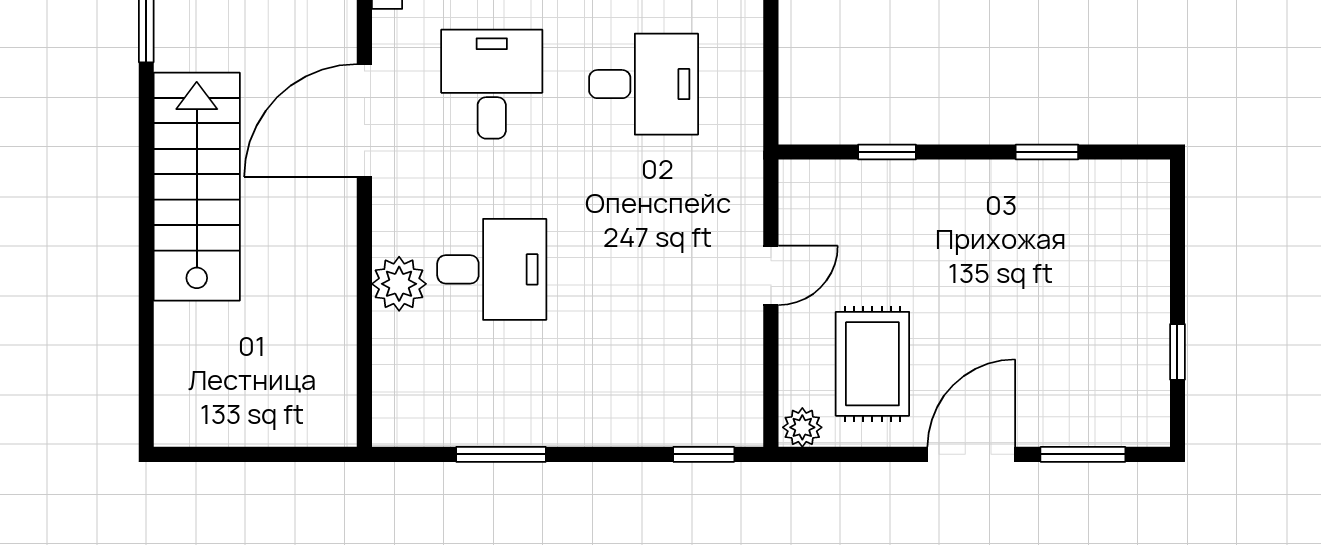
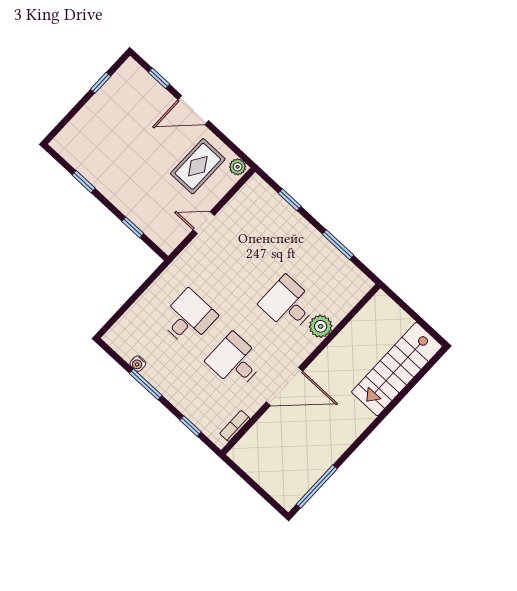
desk: (492, 84) -> (235, 361), turned 90
desk: (644, 84) -> (188, 318), turned 90
stairs: (197, 187) -> (397, 369), moved
window: (704, 454) -> (290, 200), moved
window: (1083, 454) -> (159, 78), width x0.67

